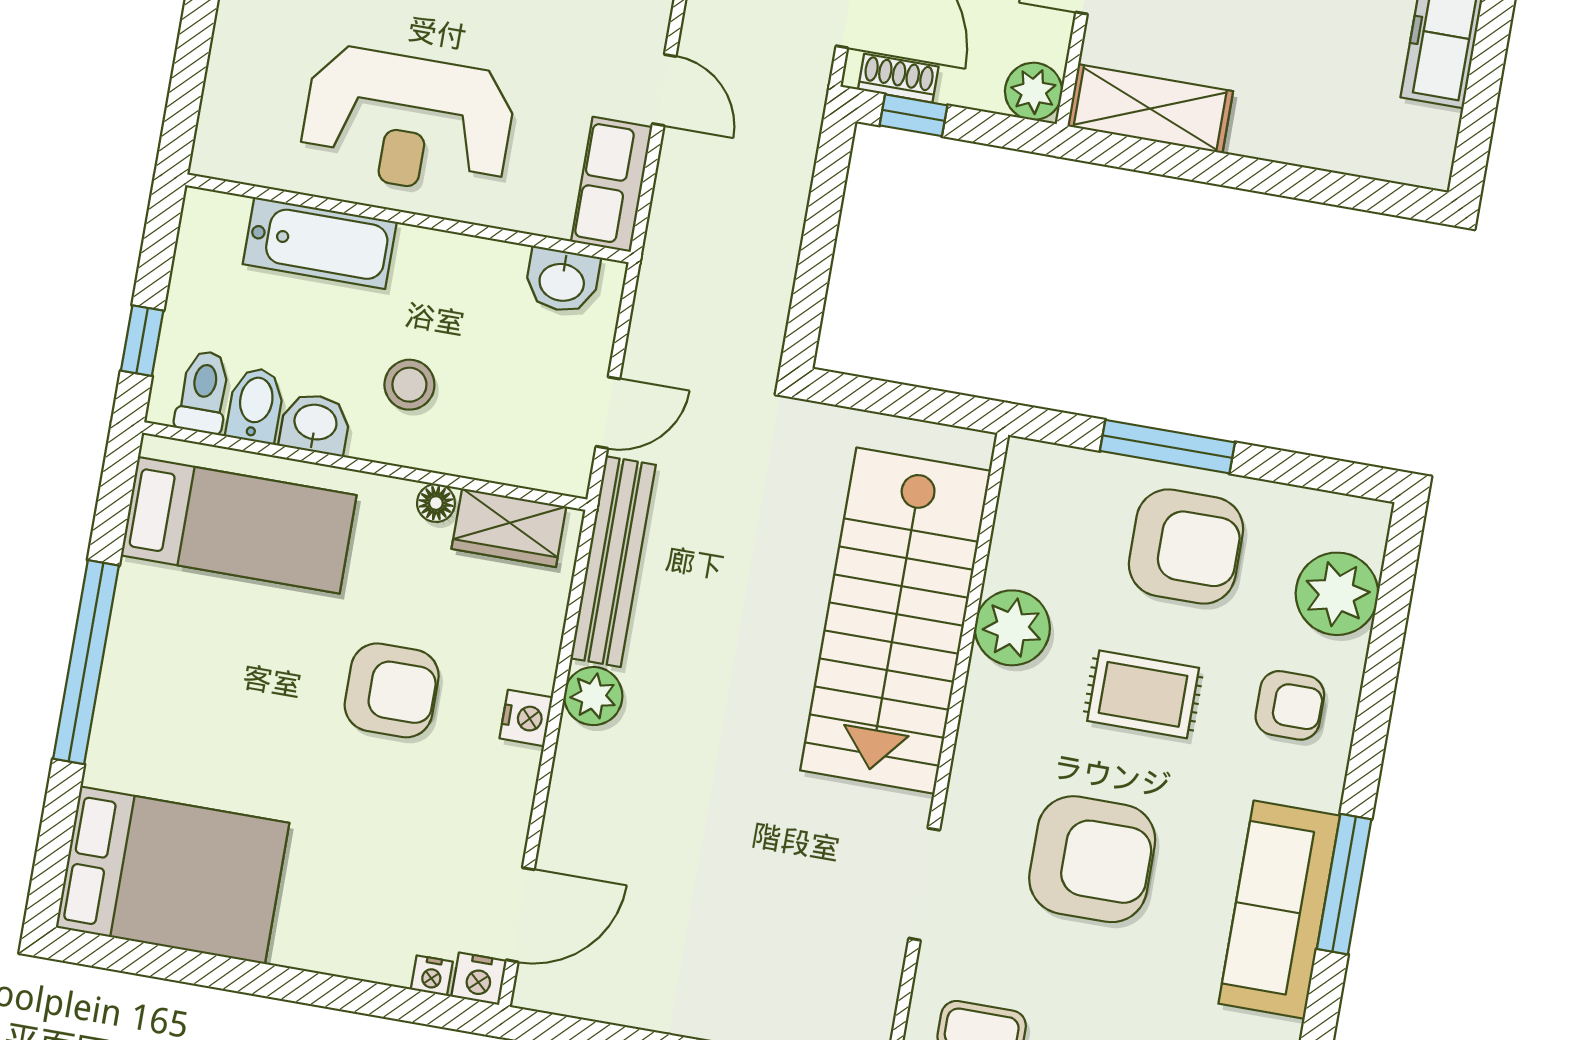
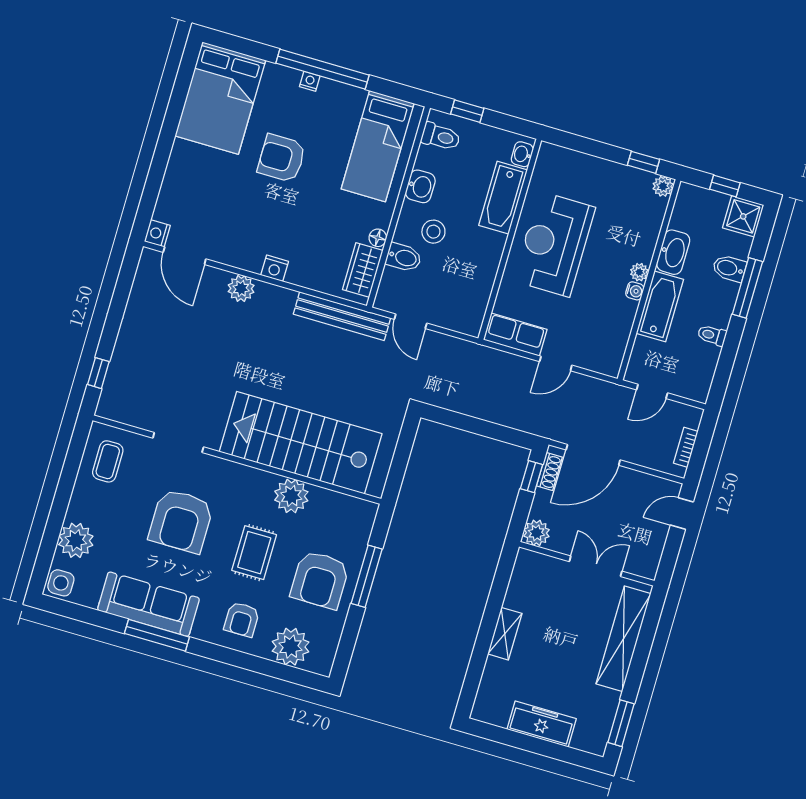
shelving: (1150, 109) -> (505, 634), moved, width x0.67, depth x0.75
washbasin: (562, 281) -> (522, 154), moved, width x0.72, depth x0.69
bidet: (255, 405) -> (404, 257), moved
armchair: (392, 690) -> (282, 158), moved, turned 90
plant: (593, 696) -> (241, 289), moved
nightstand: (432, 976) -> (310, 81), moved, turned 90

